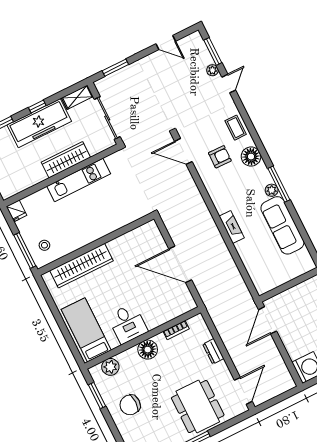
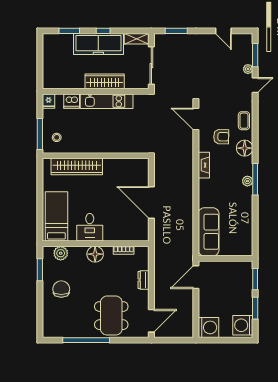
dishwasher: (41, 199) -> (72, 101), added
sofa: (282, 225) -> (209, 232), moved, turned 180
fireplace: (232, 227) -> (204, 165), moved
chair: (130, 405) -> (61, 289), turned 90

